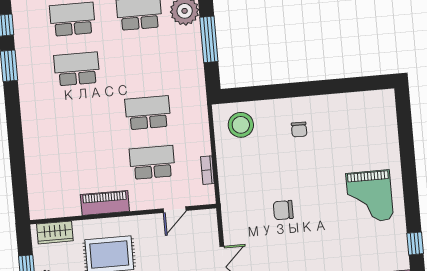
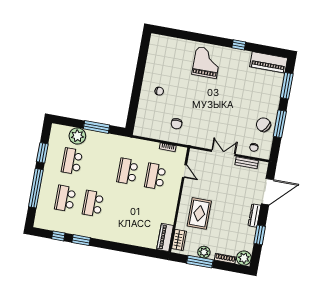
stool: (241, 125) -> (148, 122), removed
grand piano: (370, 197) -> (206, 63), turned -90
piano: (105, 203) -> (165, 237), moved
chair: (283, 210) -> (177, 124), moved

